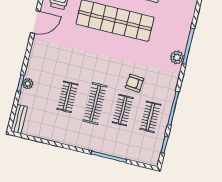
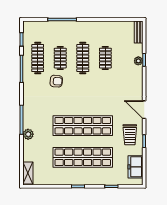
door: (35, 22) -> (144, 110), hinge flipped
plant: (177, 57) -> (28, 134), moved
clothes rail: (150, 117) -> (38, 58), width x1.36

